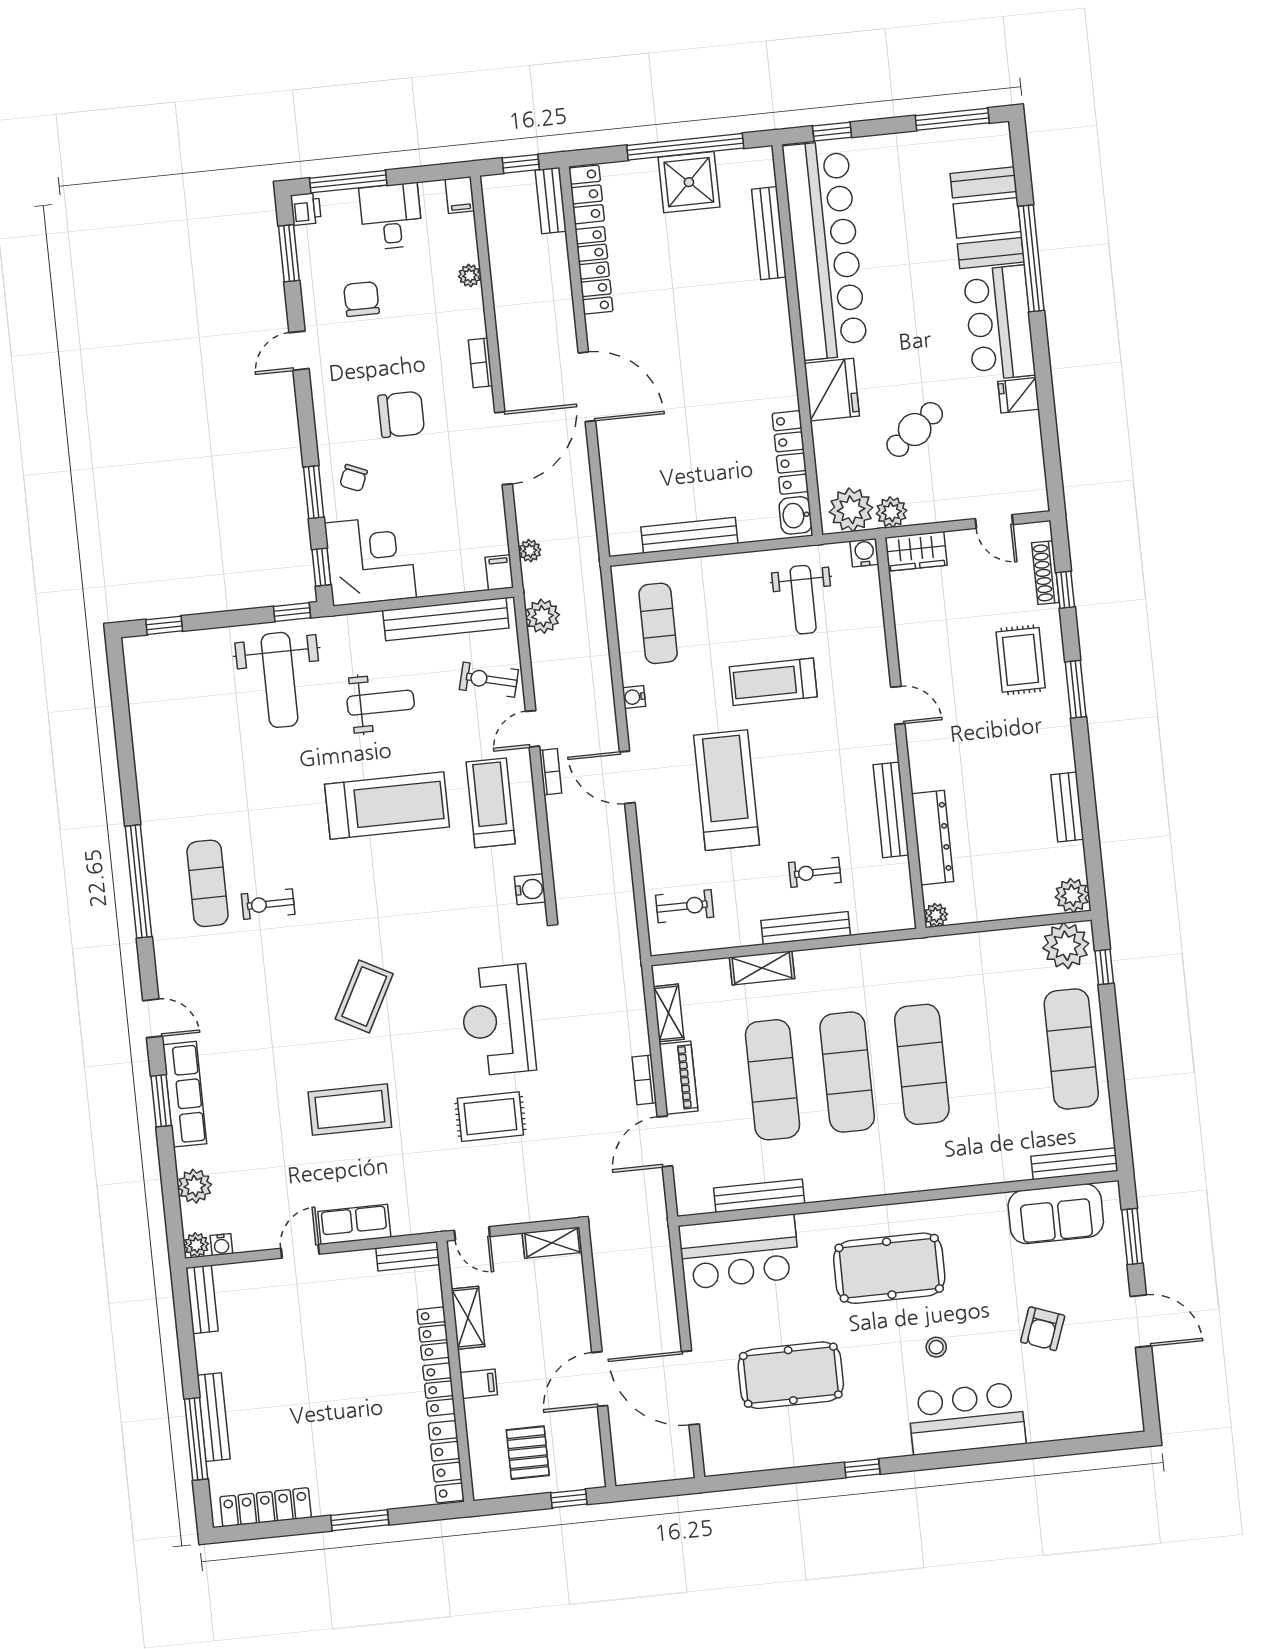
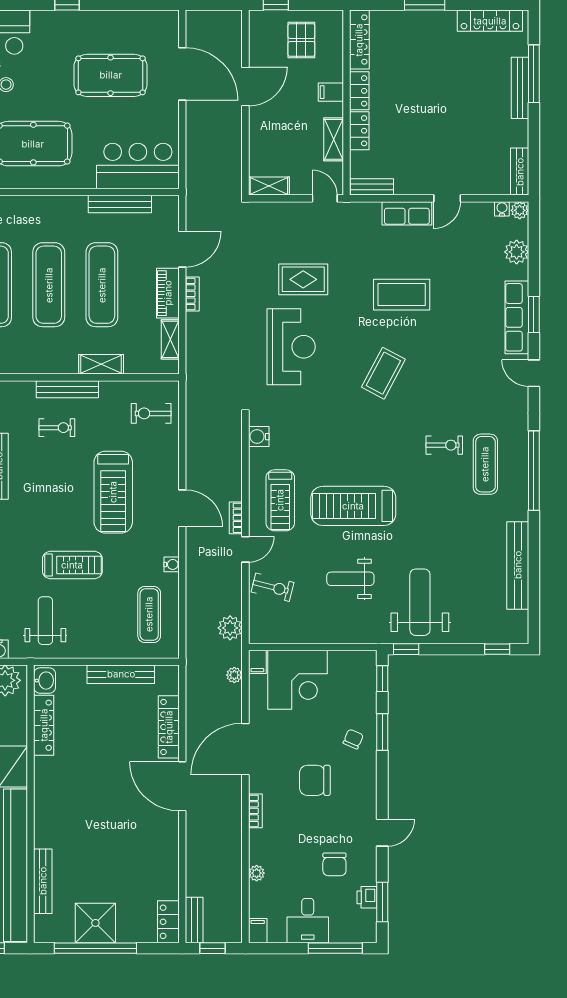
printer: (306, 209) -> (367, 897), moved
locker: (594, 270) -> (169, 727), moved
corner desk: (370, 560) -> (298, 680), moved, turned -90
bench: (446, 619) -> (518, 565), moved, turned 90

